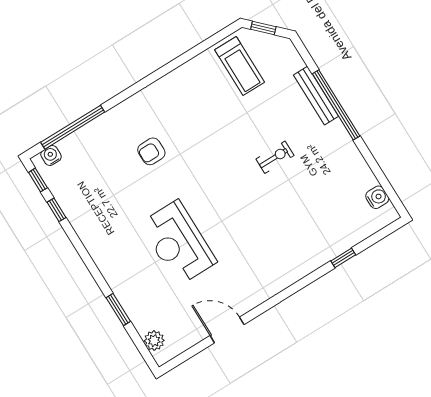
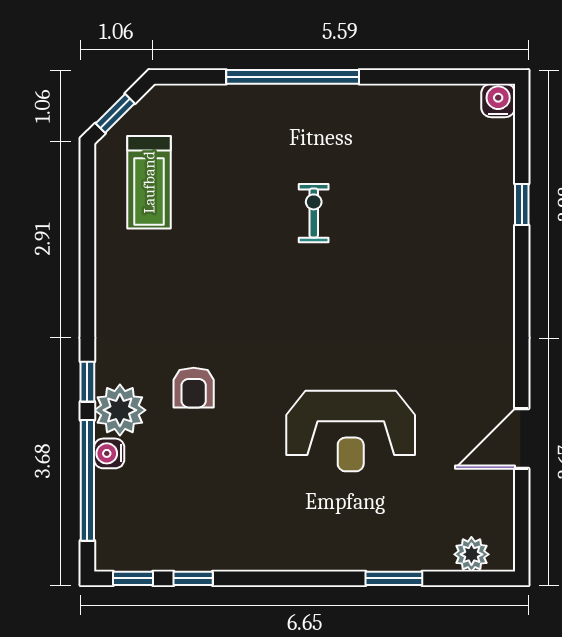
treadmill: (240, 66) -> (149, 182), turned 90
bench: (316, 96) -> (261, 98), removed
window: (122, 97) -> (87, 382), added
plant: (118, 122) -> (120, 410), added
water cooler: (51, 156) -> (109, 453), moved
water cooler: (377, 197) -> (498, 100), moved

